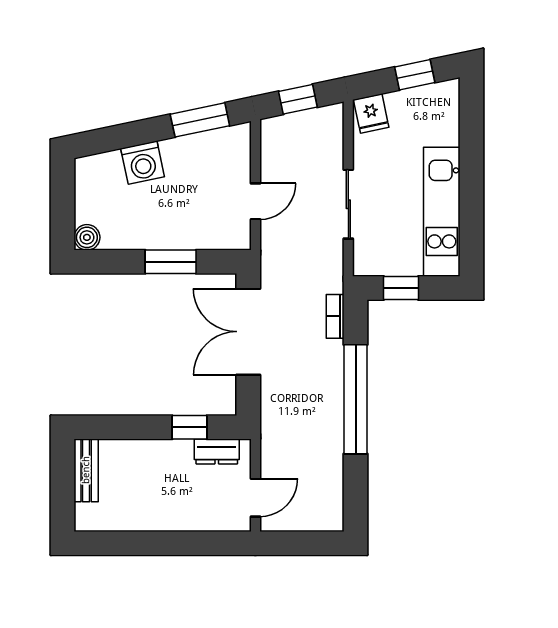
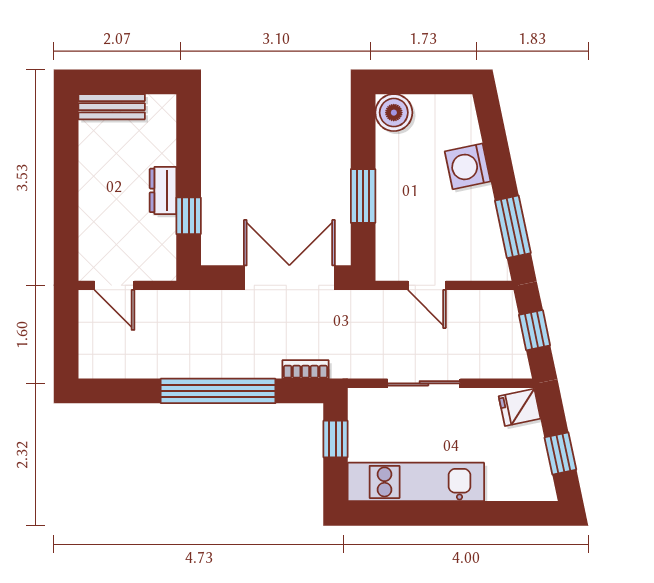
boiler: (87, 237) -> (394, 113), width x1.36, depth x1.36
dresser: (217, 451) -> (163, 190), moved
bench: (86, 470) -> (112, 107), moved

